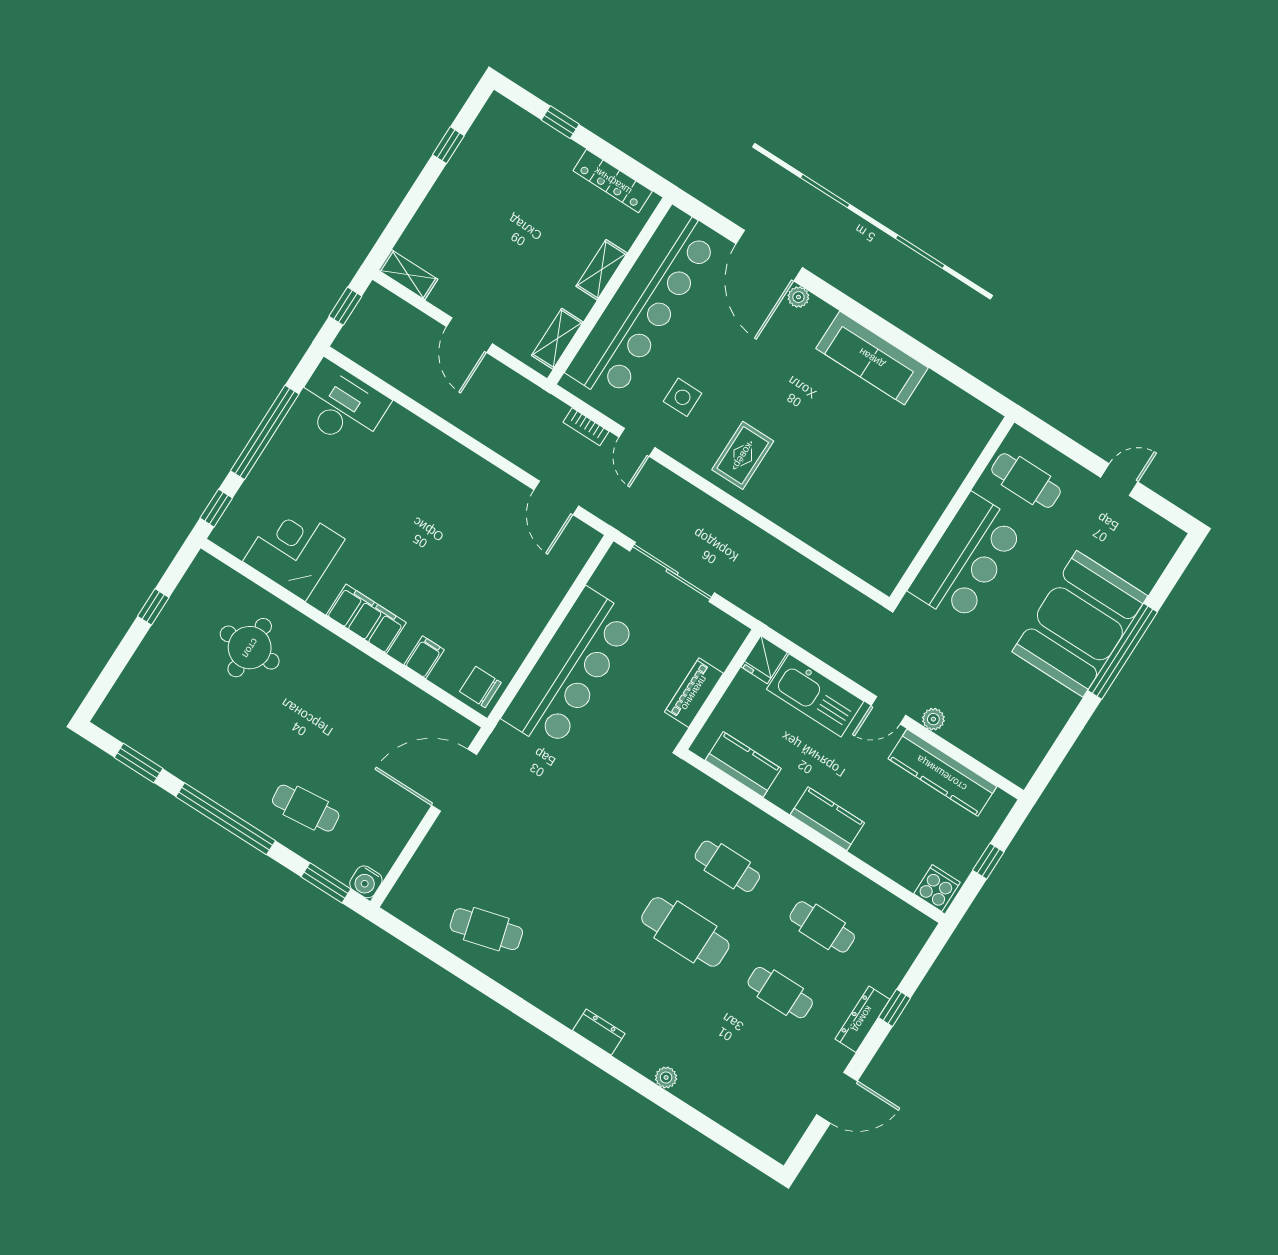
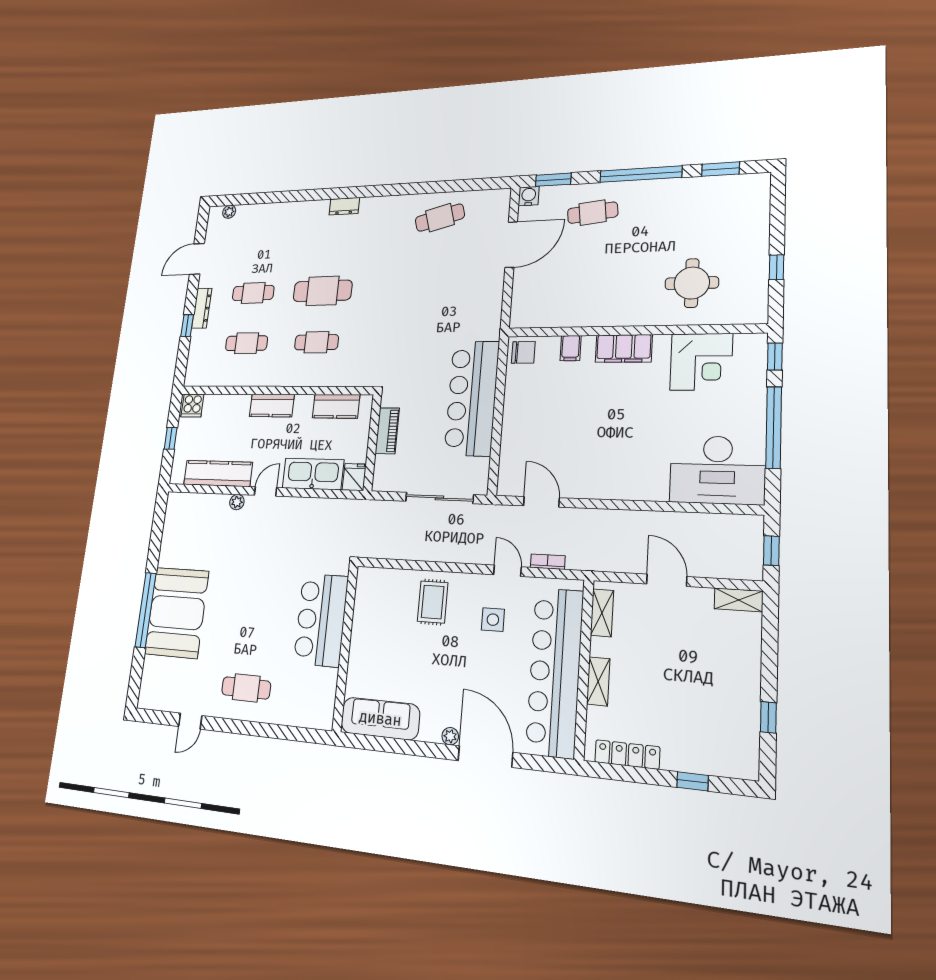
desk: (341, 405) -> (717, 470), width x1.36, depth x1.30
wall: (952, 510) -> (345, 647), moved
bar counter: (967, 558) -> (321, 620), moved
door: (454, 780) -> (511, 245), moved
plant: (666, 1077) -> (229, 212), moved

